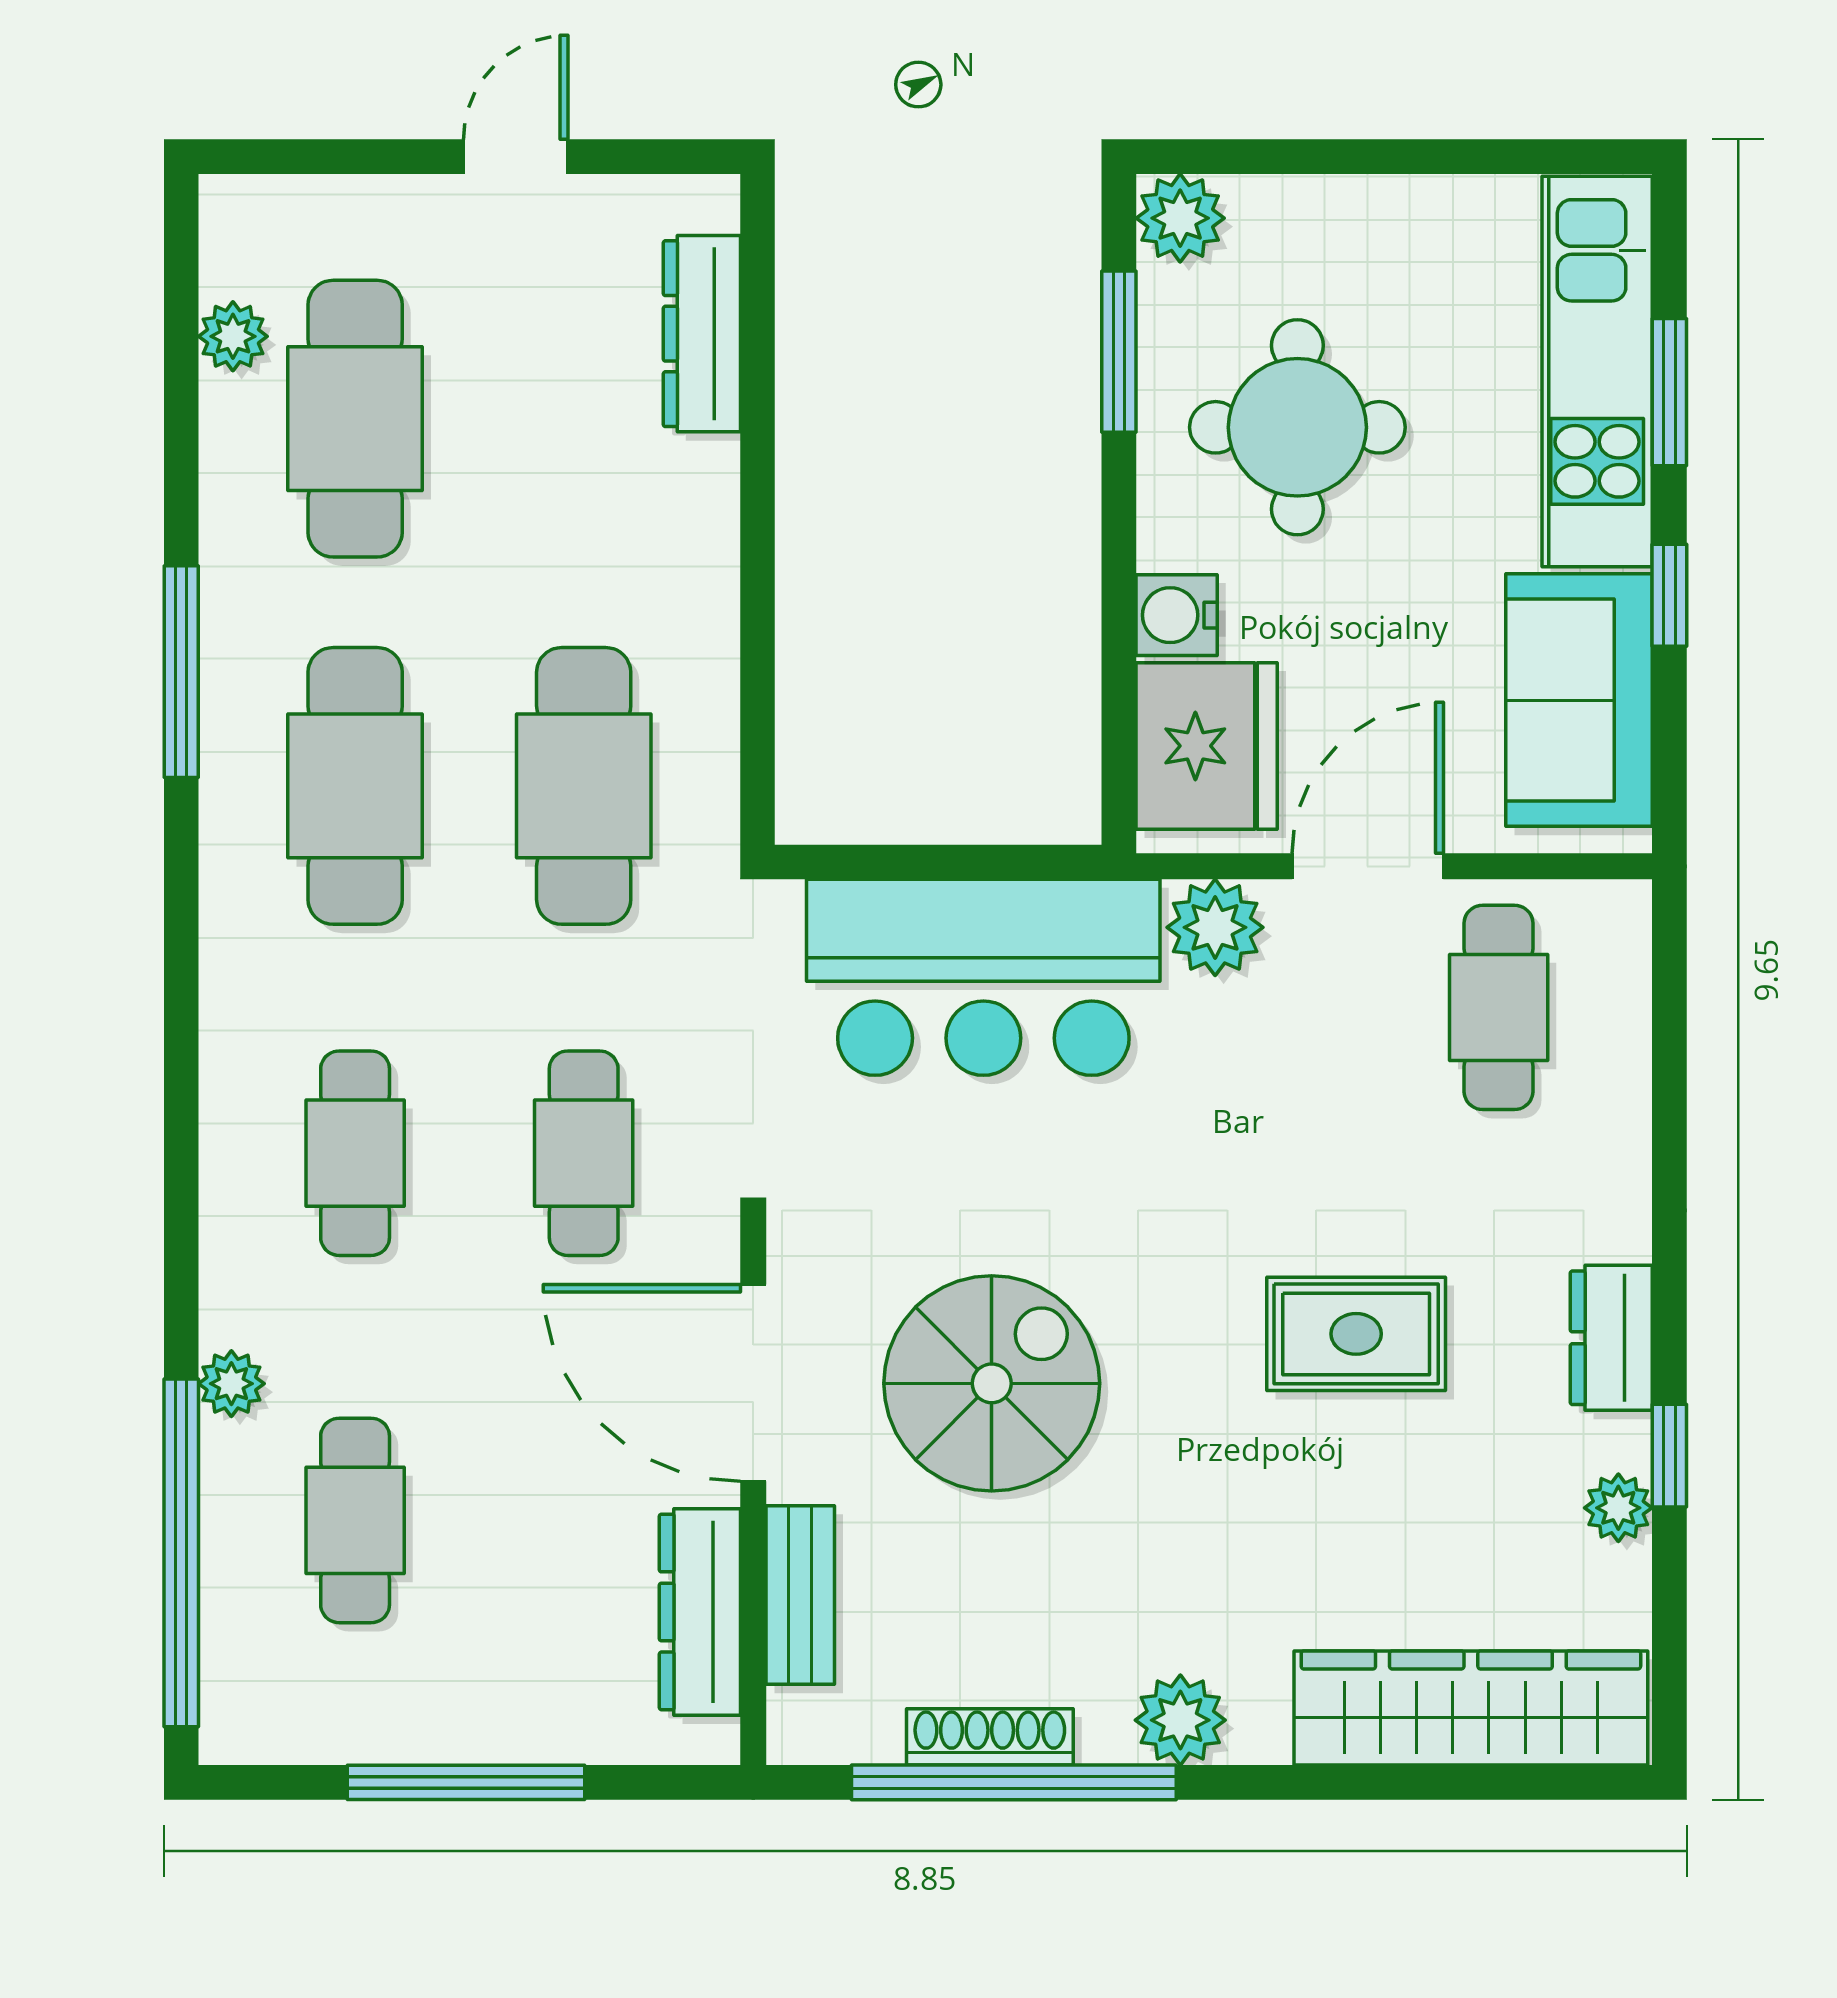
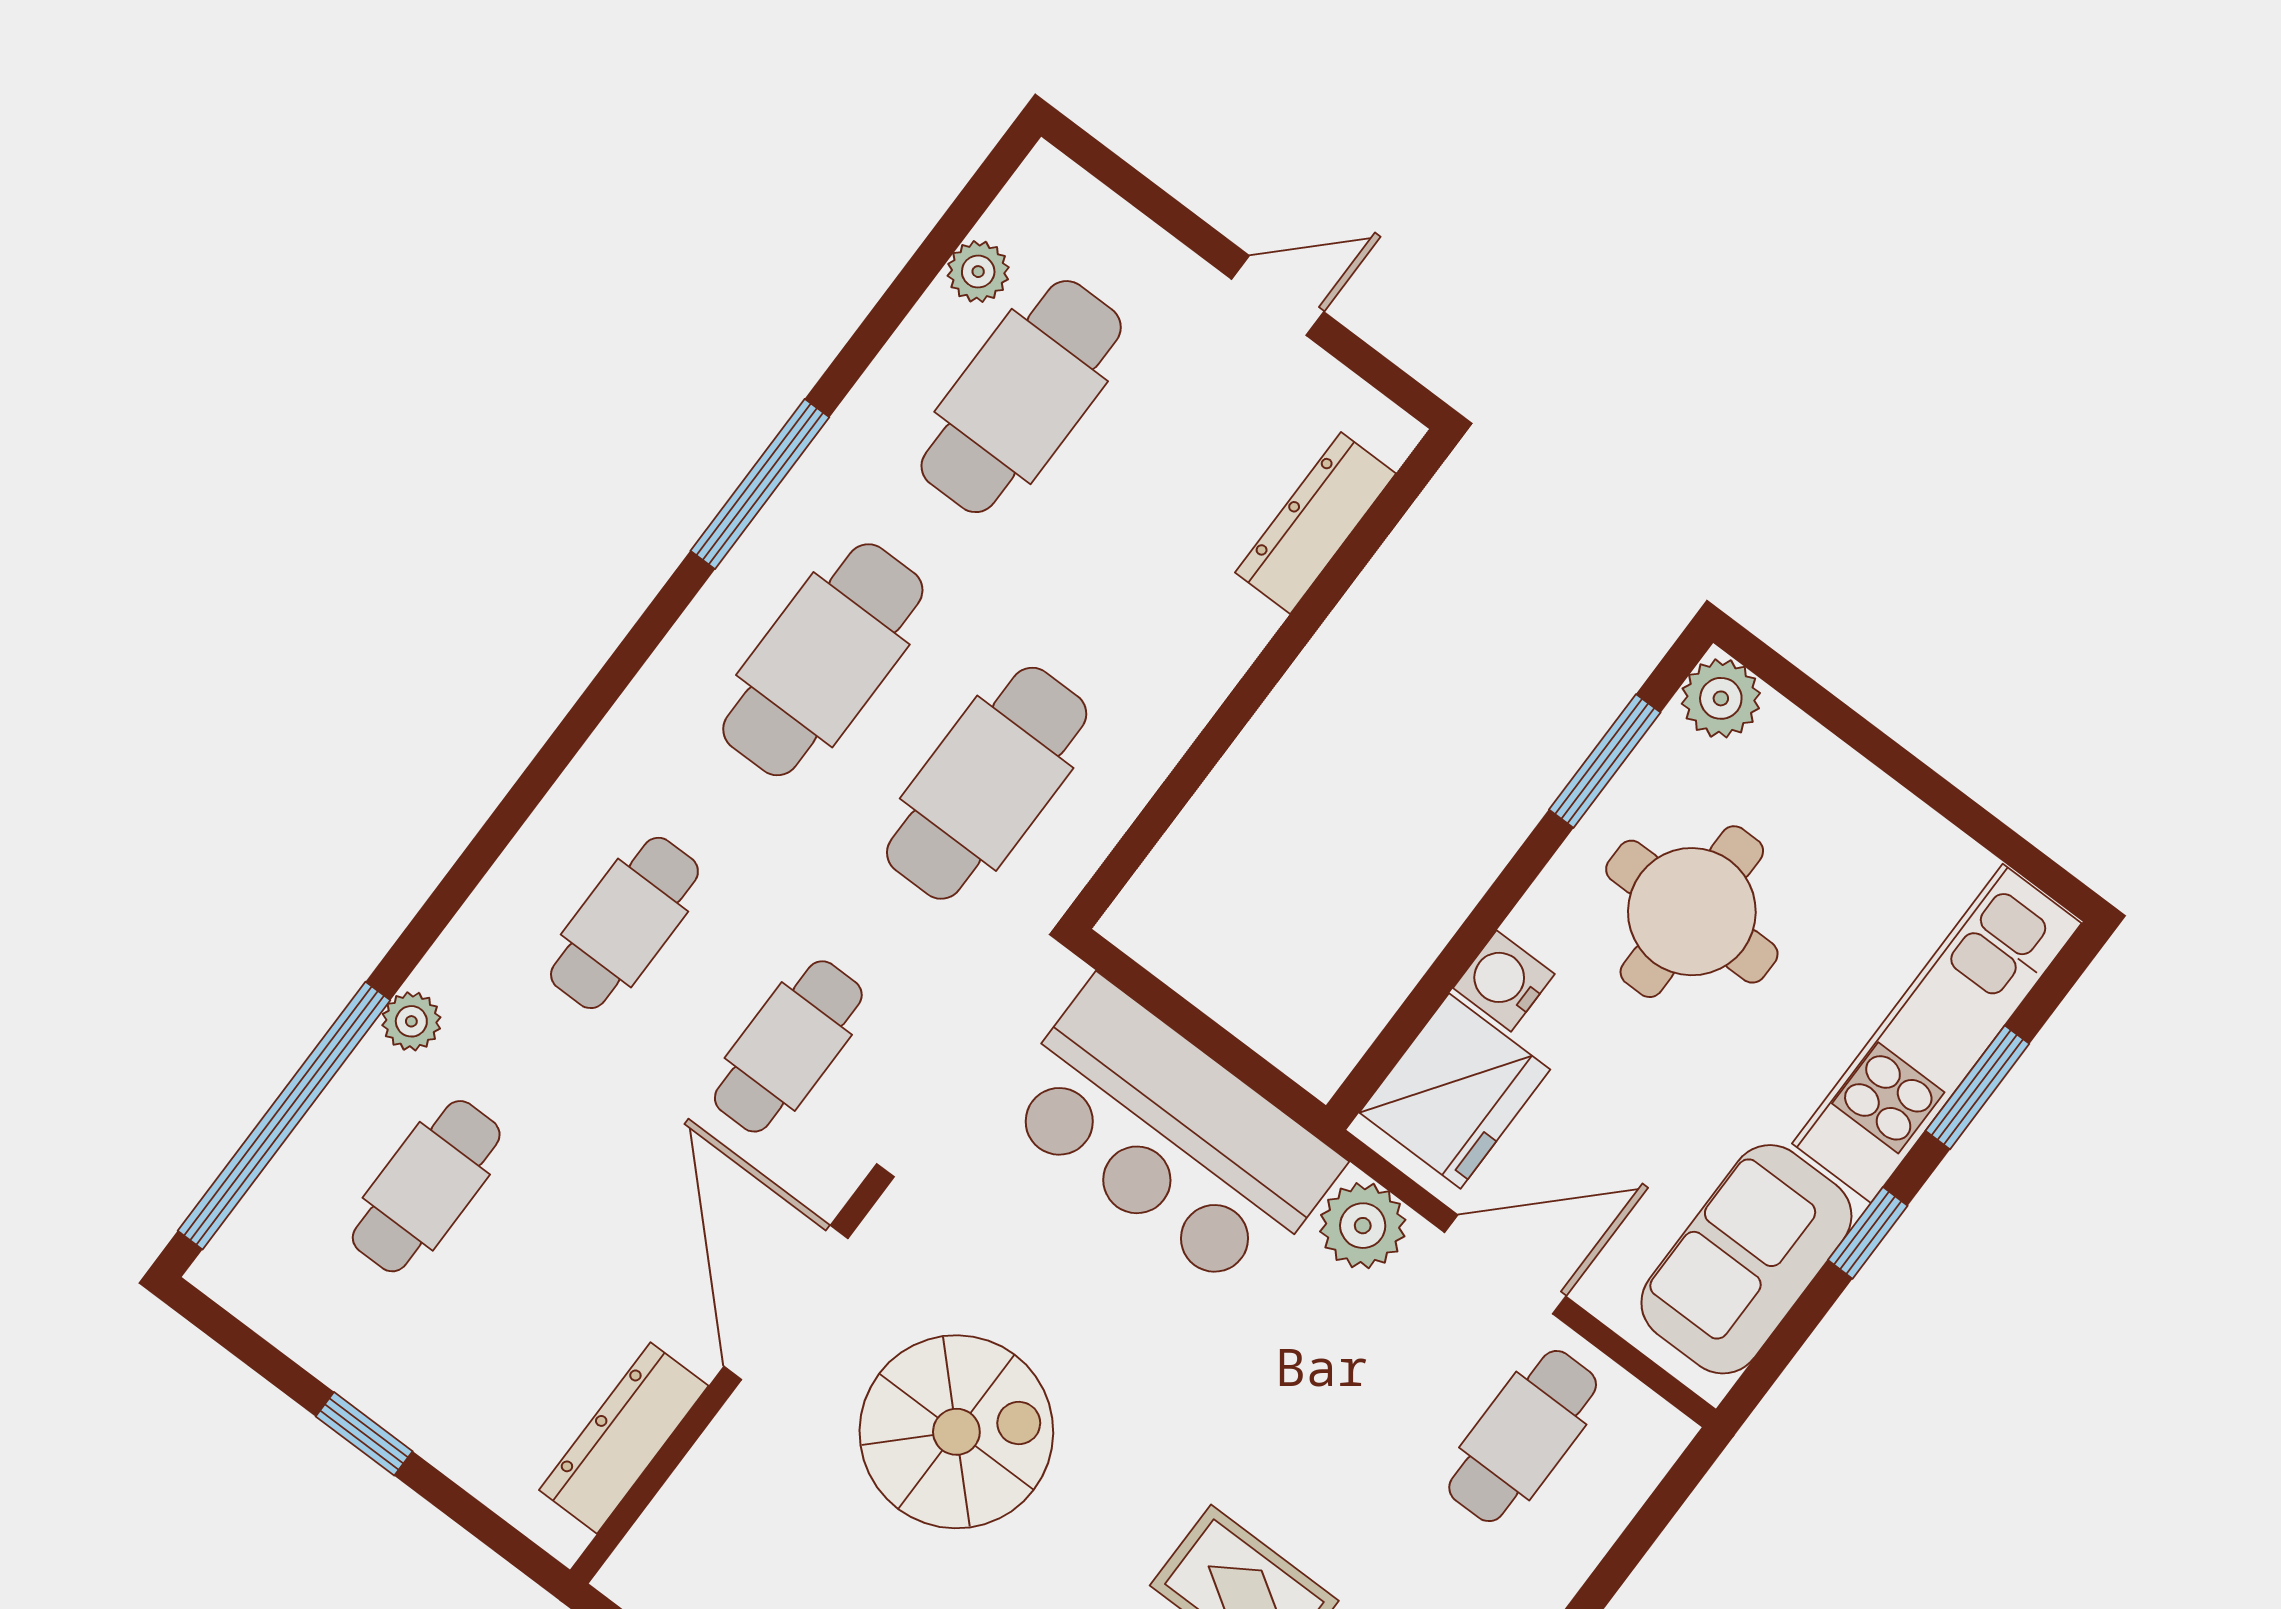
bench: (800, 1595) -> (705, 1480), removed
window: (466, 1782) -> (364, 1434), width x0.46

